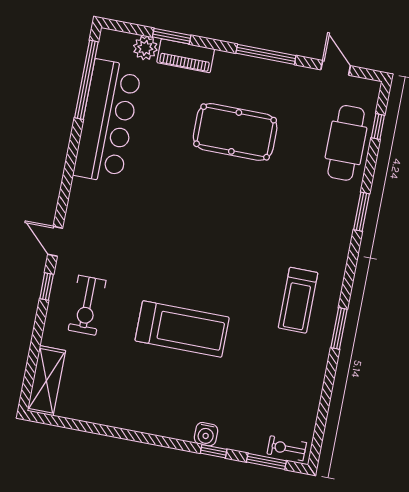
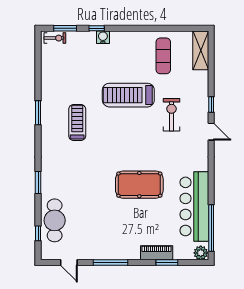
plant: (145, 48) -> (201, 253), moved
pool table: (235, 132) -> (139, 185), moved
treadmill: (298, 300) -> (77, 123), moved
exercise bike: (87, 305) -> (171, 115), moved
exercise mat: (111, 383) -> (163, 56), added

